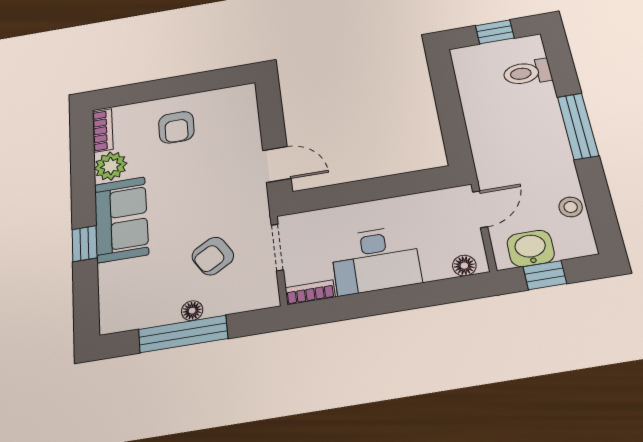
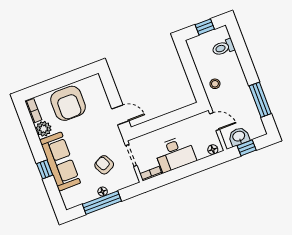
window: (578, 126) -> (260, 100), moved
armchair: (176, 127) -> (68, 103), width x1.88, depth x1.88
stool: (571, 207) -> (215, 84), moved
door: (480, 209) -> (215, 122), hinge flipped
sofa: (121, 219) -> (60, 161), width x1.36
armchair: (213, 256) -> (104, 165), turned 94

